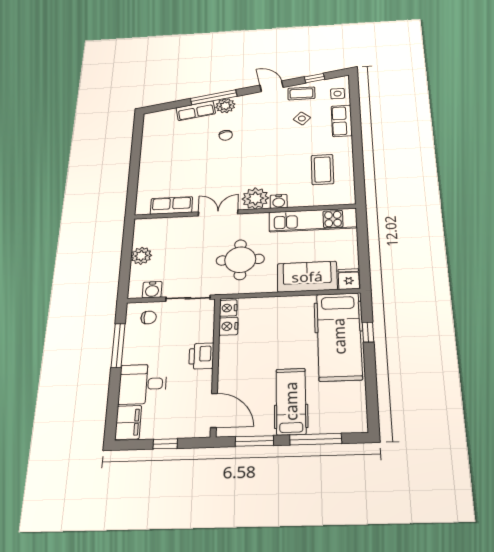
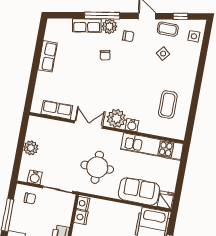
chair: (252, 110) -> (128, 36), added
row of seats: (342, 121) -> (48, 56), moved, turned 180

